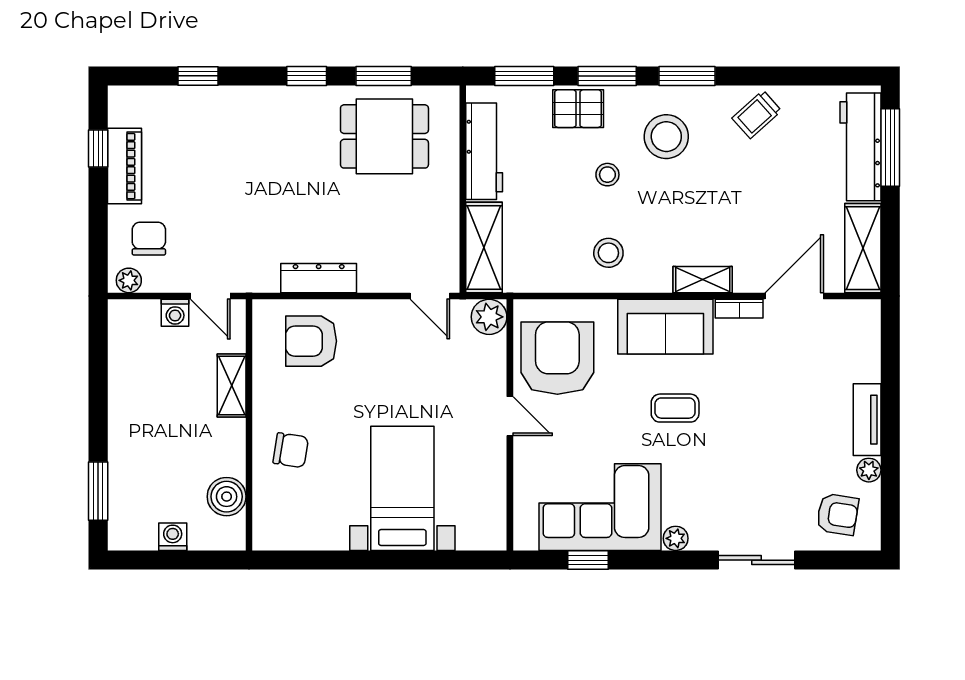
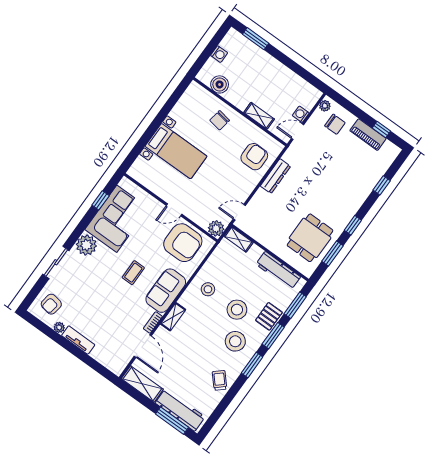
stool: (607, 175) -> (237, 310), width x1.89, depth x1.89
shelving: (484, 248) -> (238, 239), width x0.67, depth x0.75
plant: (676, 538) -> (86, 245), width x1.87, depth x1.87

